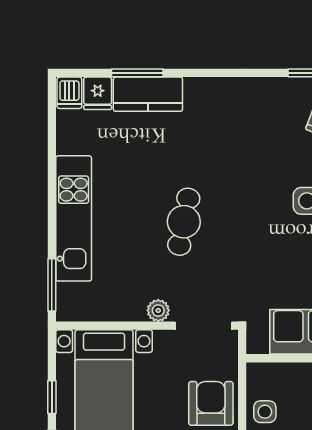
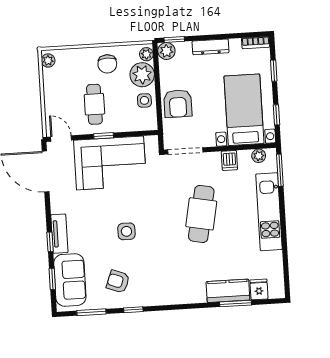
dishwasher: (69, 93) -> (229, 160), moved, turned 180
cafe table: (184, 222) -> (201, 214), width x1.37, depth x1.35
plant: (158, 310) -> (259, 156), moved
window: (52, 397) -> (276, 115), moved

